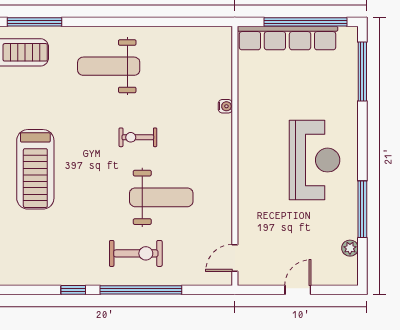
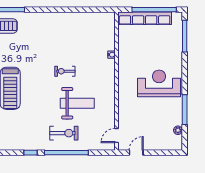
weight bench: (109, 66) -> (49, 33), removed
reception desk: (315, 160) -> (159, 83), turned -90
door: (298, 290) -> (136, 153), moved

